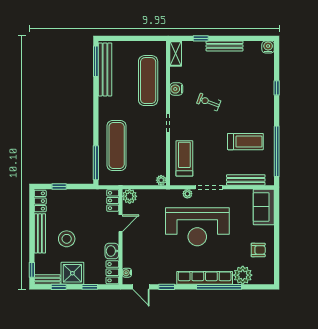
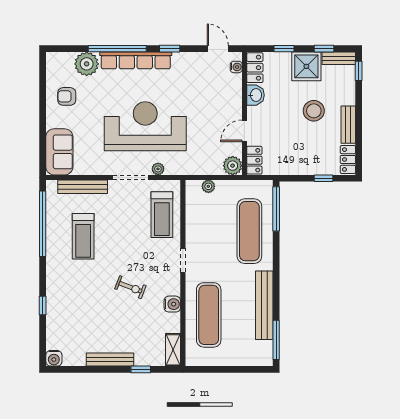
bench: (105, 69) -> (264, 305), moved
treadmill: (245, 142) -> (83, 236), turned -90
plant: (161, 180) -> (208, 186), moved
bench: (40, 233) -> (348, 125), width x0.73
window: (167, 287) -> (170, 49), moved

